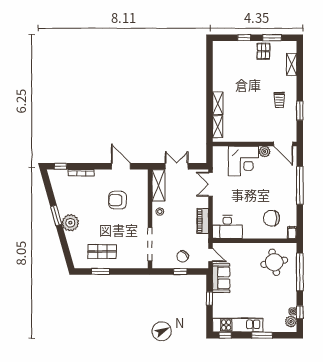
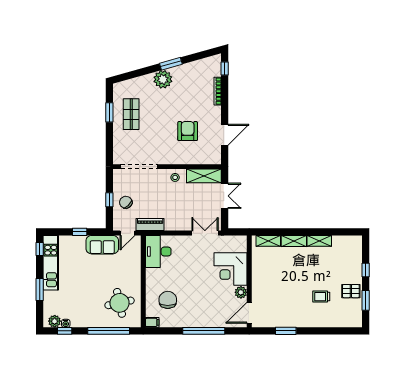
shelving: (292, 64) -> (319, 241), moved
trolley: (279, 100) -> (321, 297), moved
piano: (203, 221) -> (150, 224), moved

